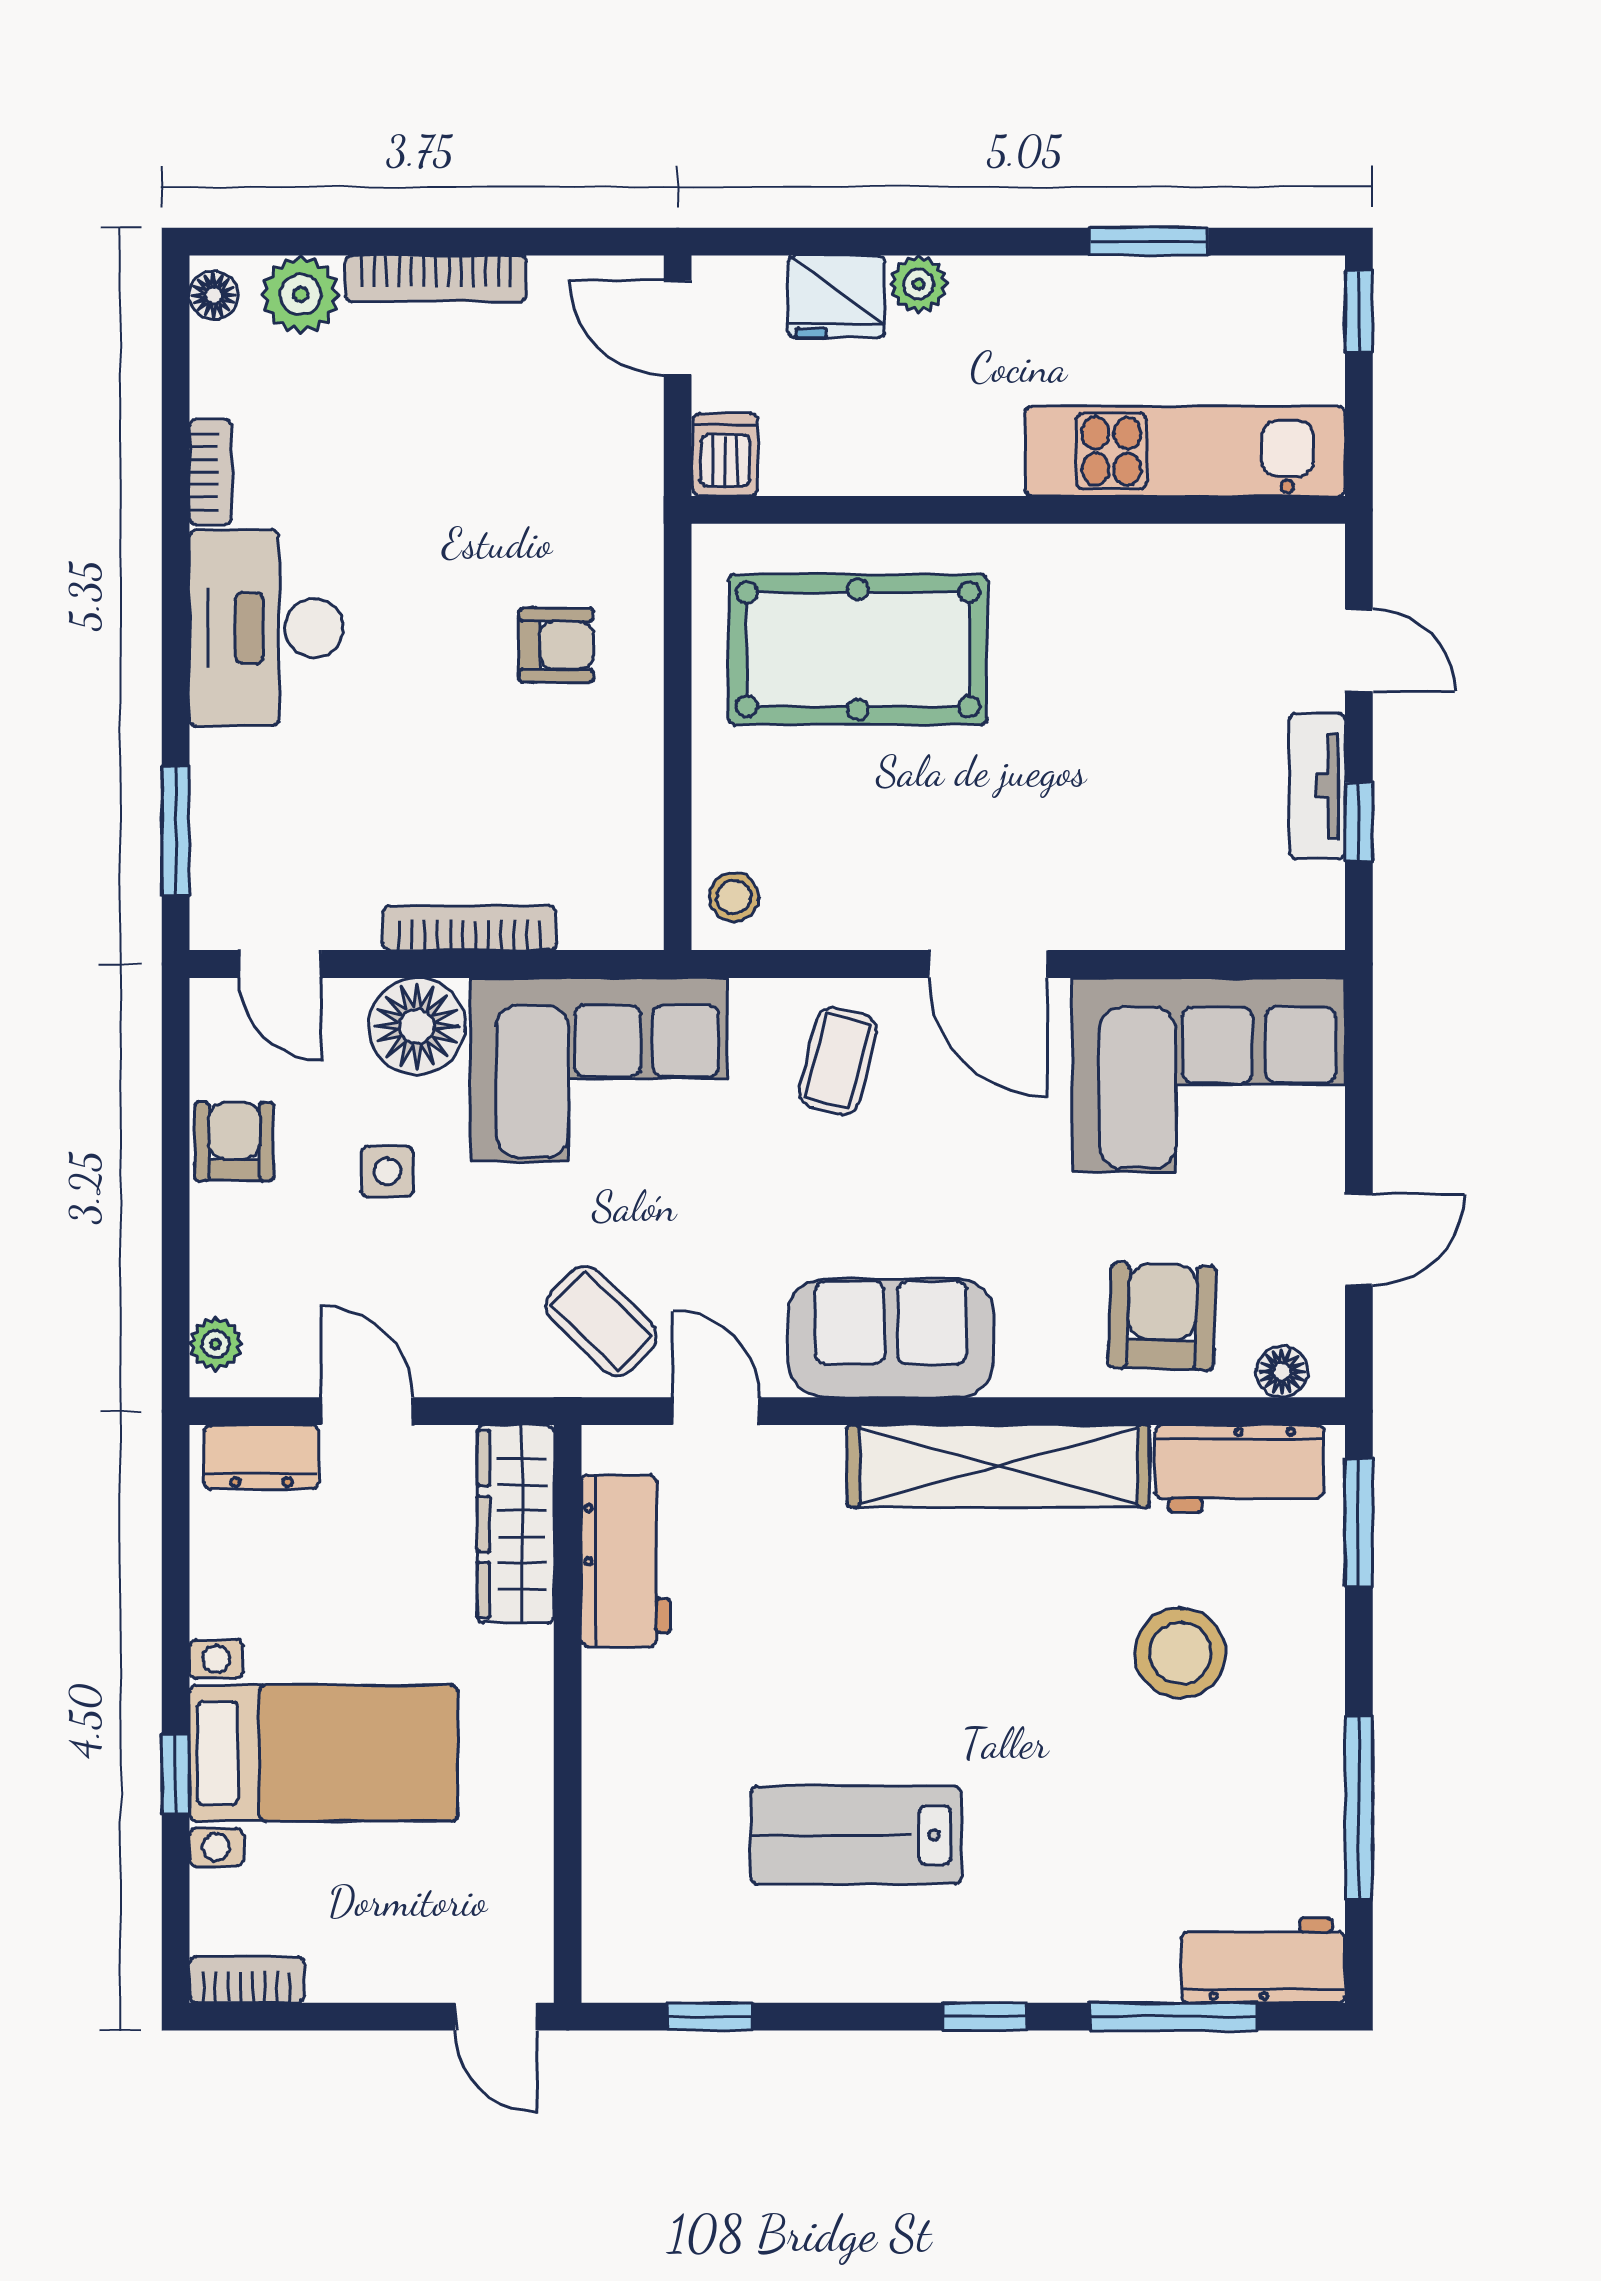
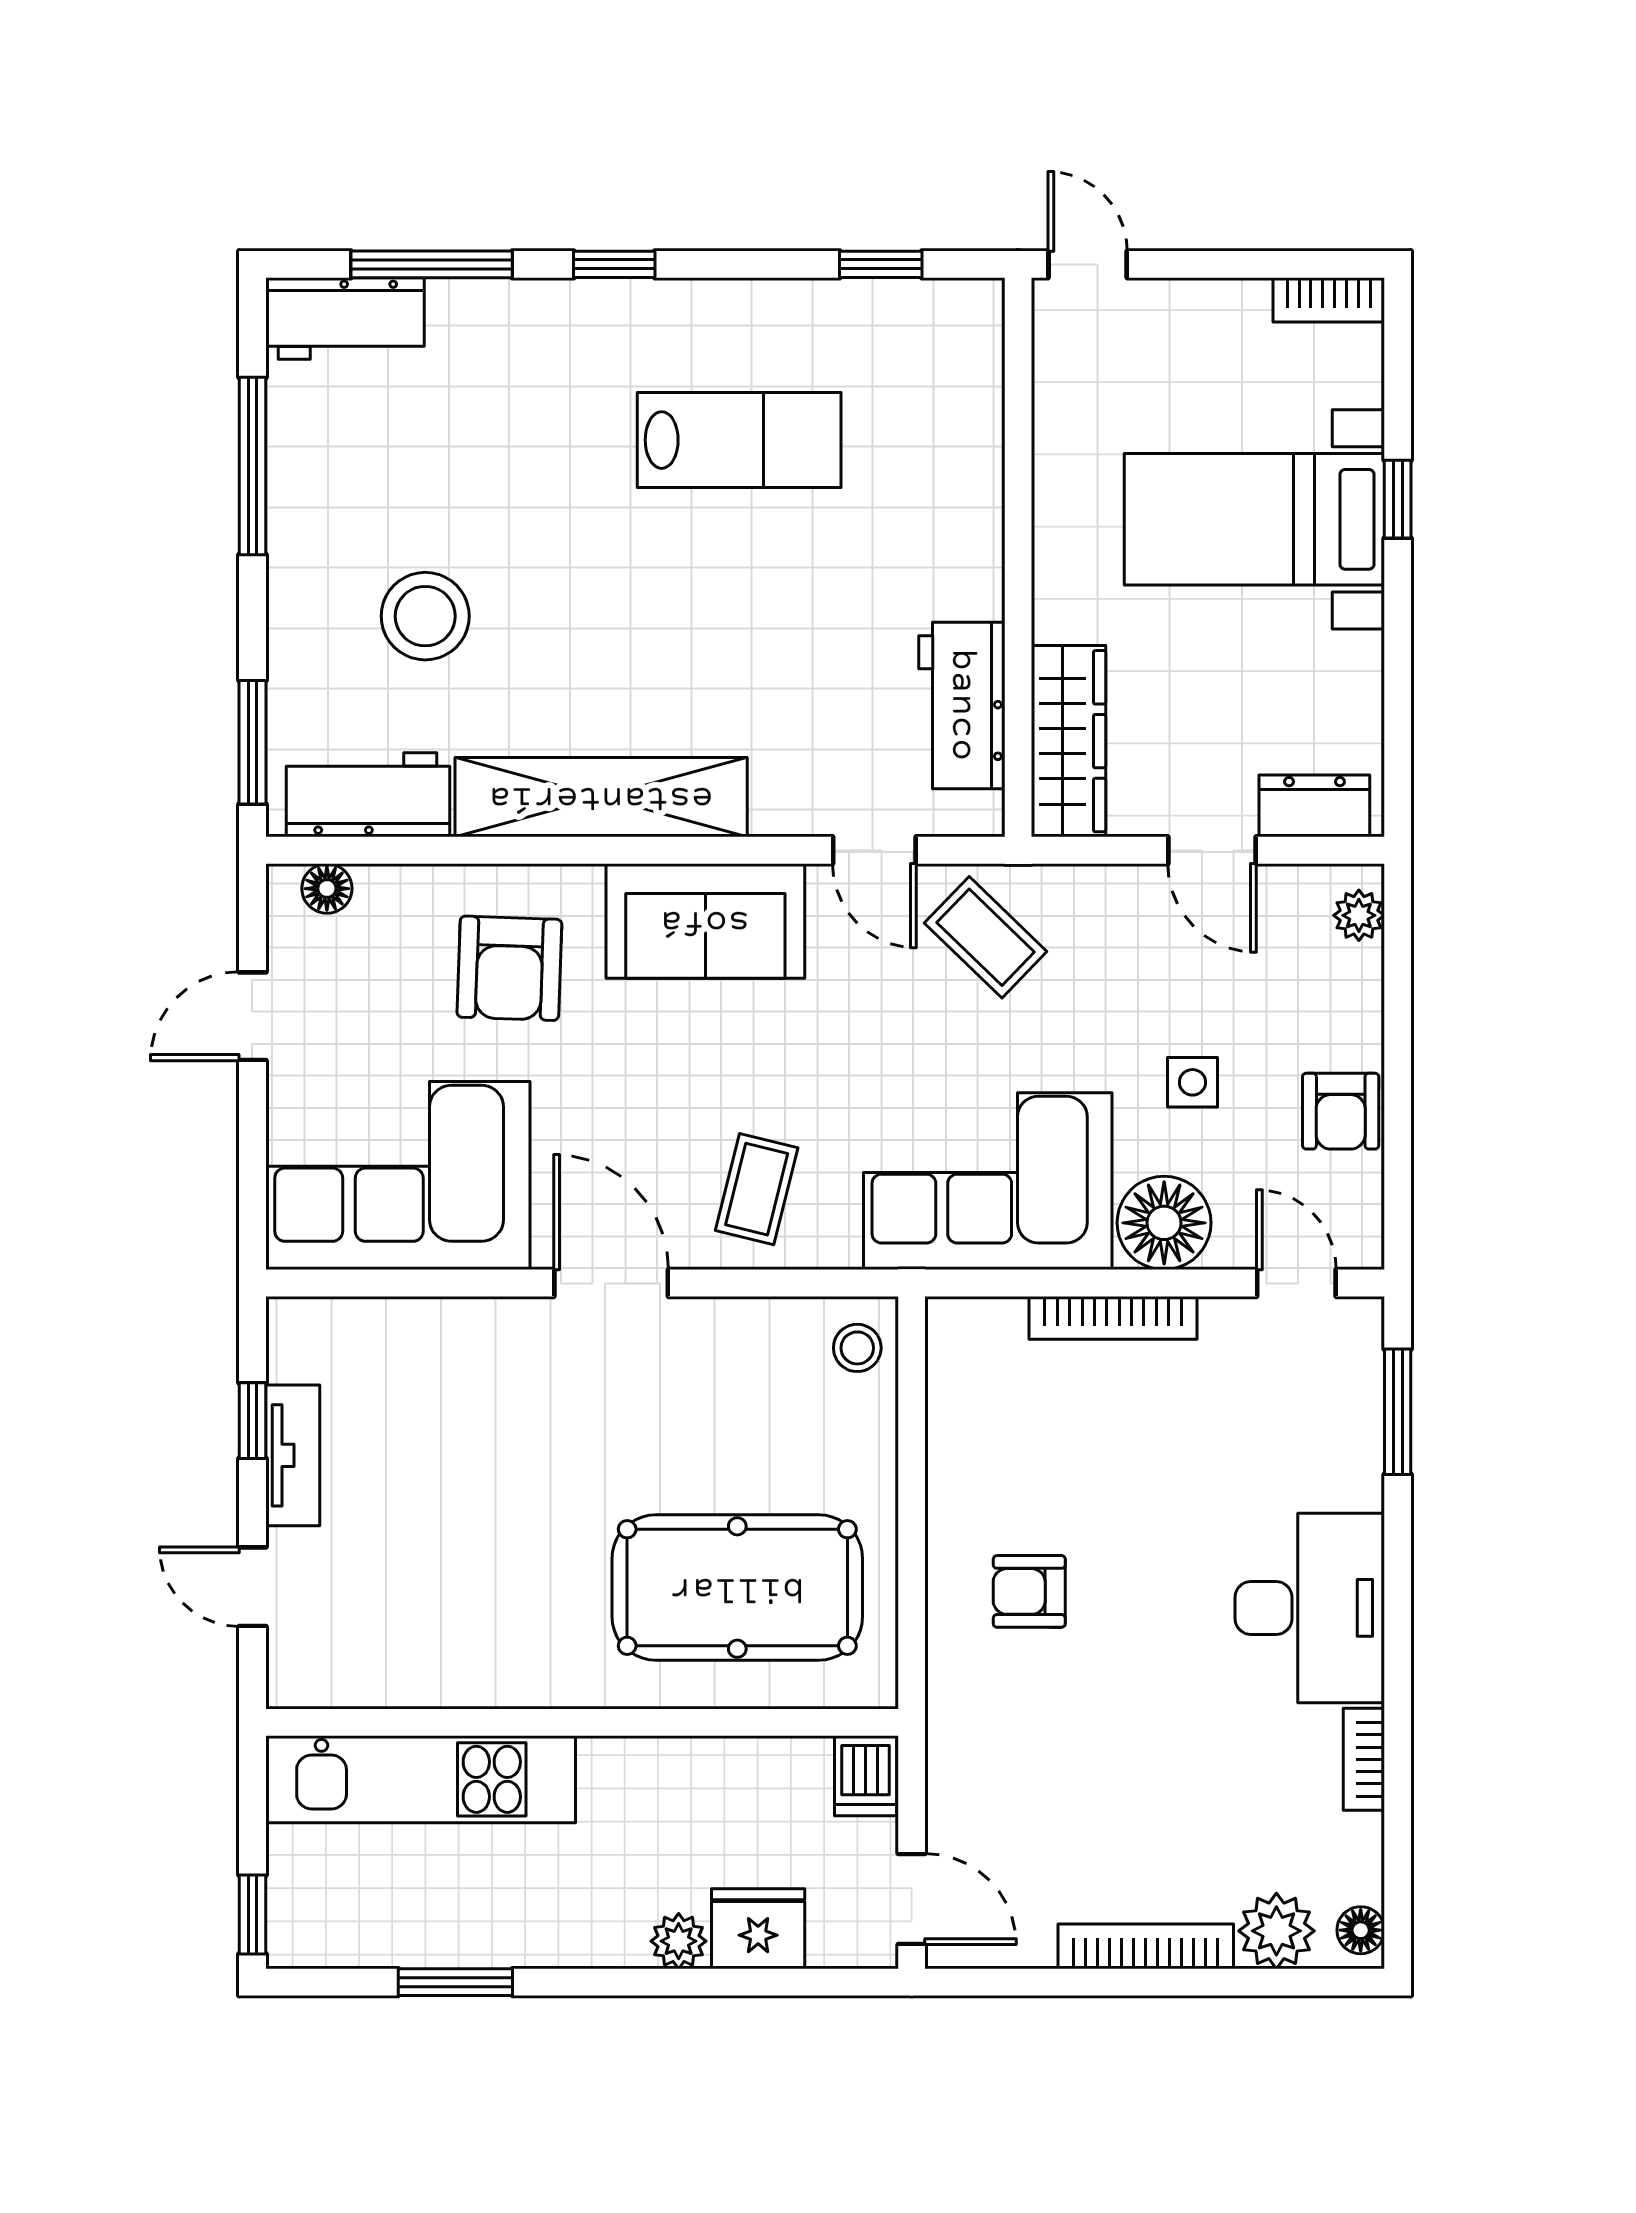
armchair: (1162, 1317) -> (509, 968), moved

